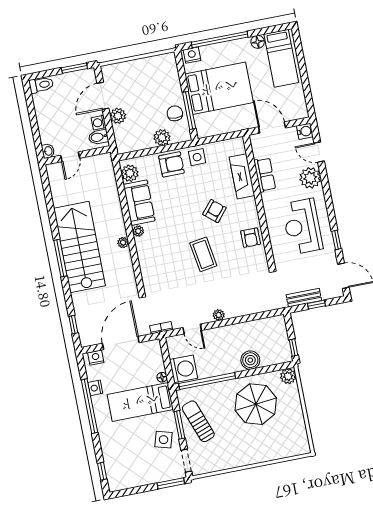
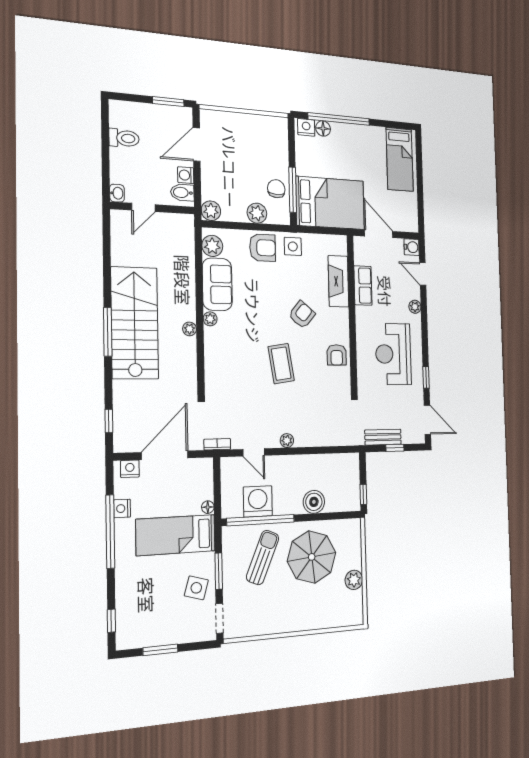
floor lamp: (258, 42) -> (323, 128), moved
toilet: (41, 85) -> (124, 138), moved
bed: (219, 88) -> (330, 203), moved
plant: (118, 116) -> (211, 211), moved
plant: (310, 178) -> (415, 307), width x0.53, depth x0.53
washing machine: (184, 369) -> (258, 501), moved, turned -90
plant: (288, 376) -> (354, 580), moved
sun lounger: (198, 421) -> (263, 557), moved, turned 43
window: (171, 483) -> (160, 650), moved

